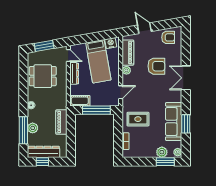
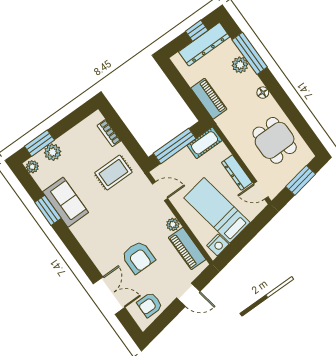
armchair: (156, 66) -> (138, 257), turned -90
dining table: (43, 76) -> (275, 140), turned 90
double door: (186, 78) -> (109, 296), moved
door: (121, 92) -> (160, 191), swing flipped
sofa: (174, 122) -> (66, 202), width x0.73

